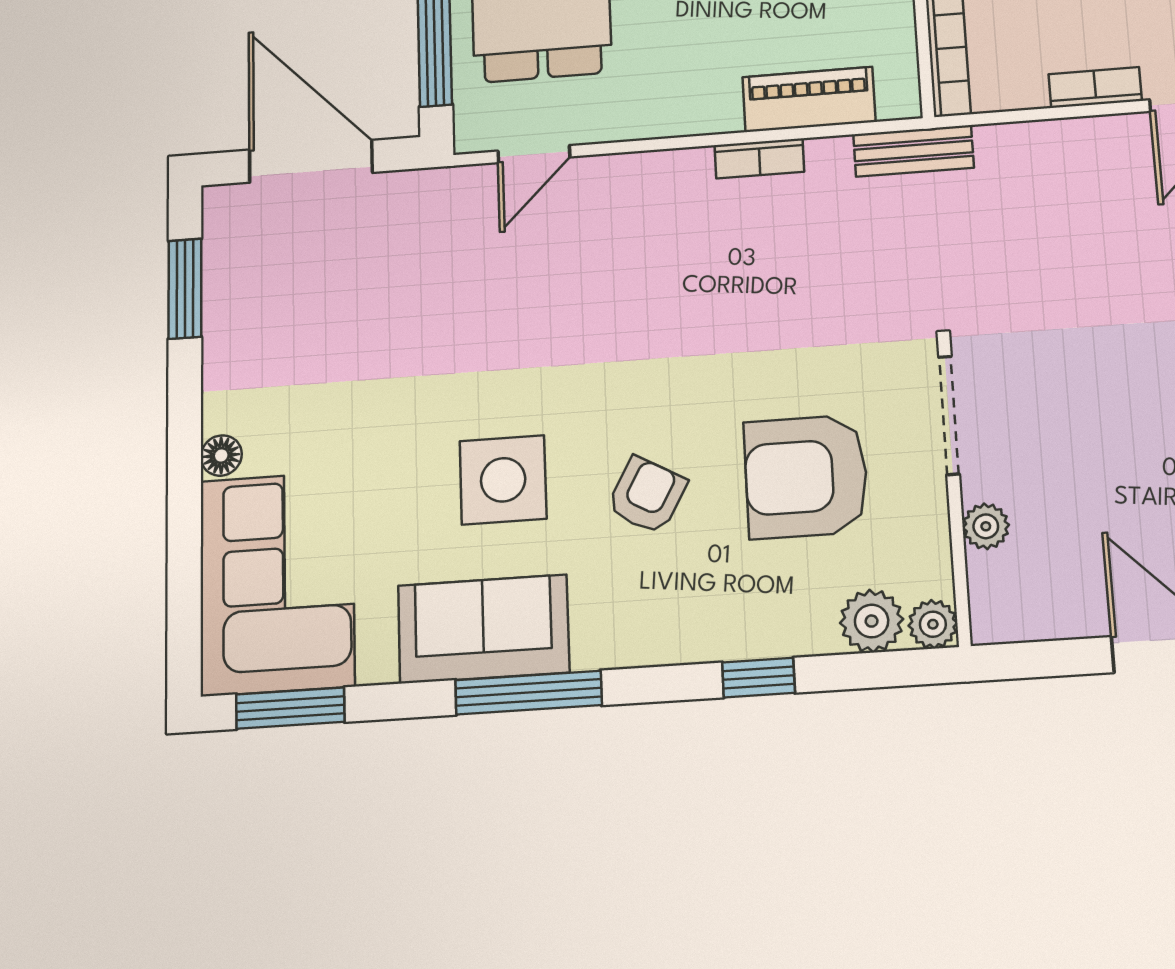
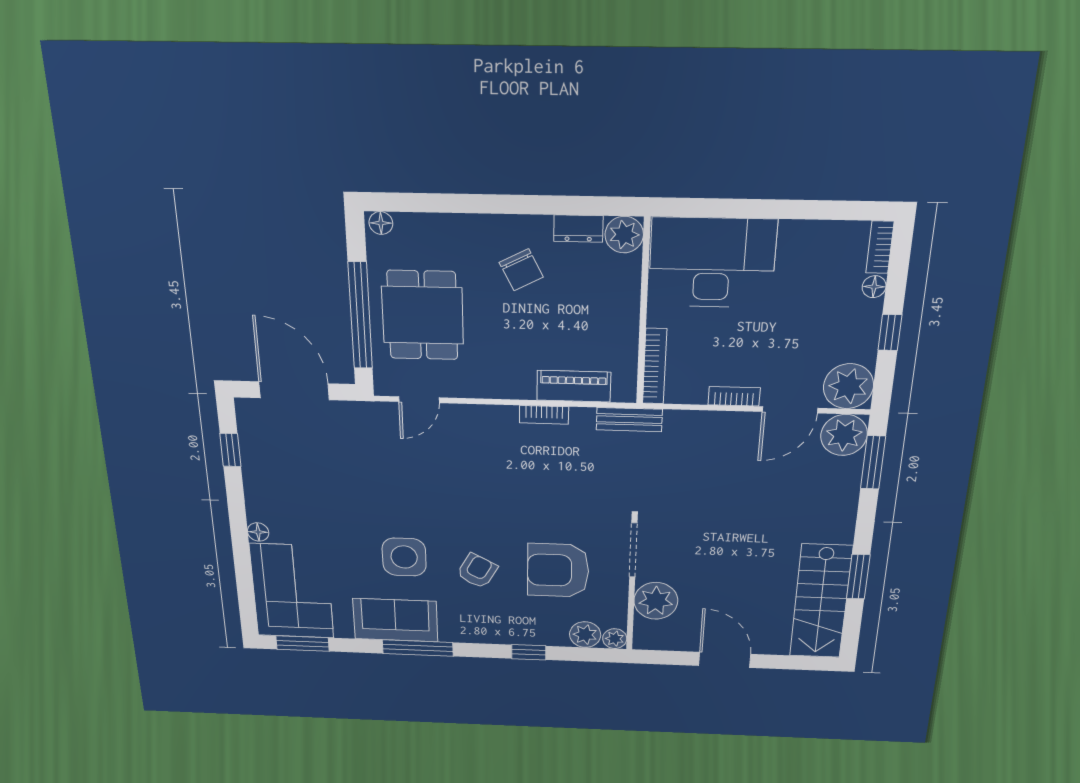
window: (185, 289) -> (230, 450), width x0.67
plant: (986, 526) -> (656, 601), width x1.87, depth x1.87

